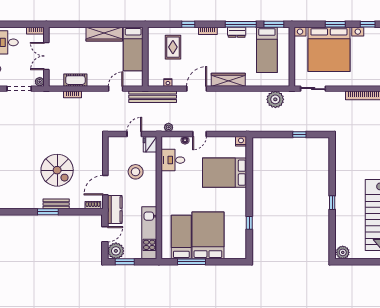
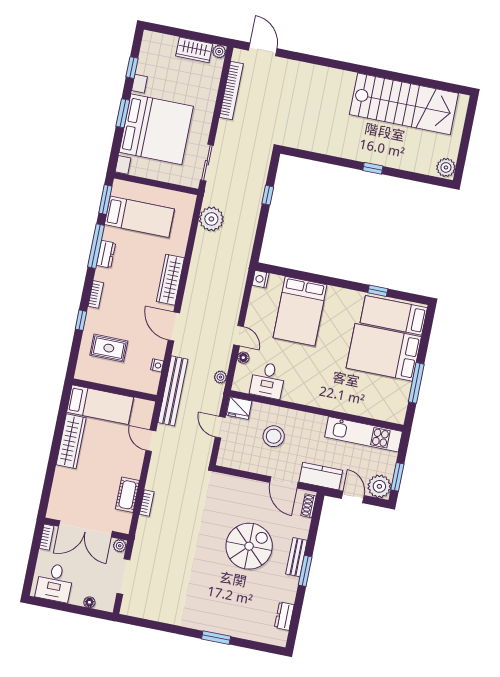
double door: (46, 56) -> (85, 529), width x1.37
dresser: (14, 204) -> (284, 616), added
bed: (181, 237) -> (394, 315), moved

